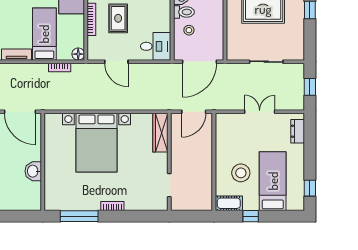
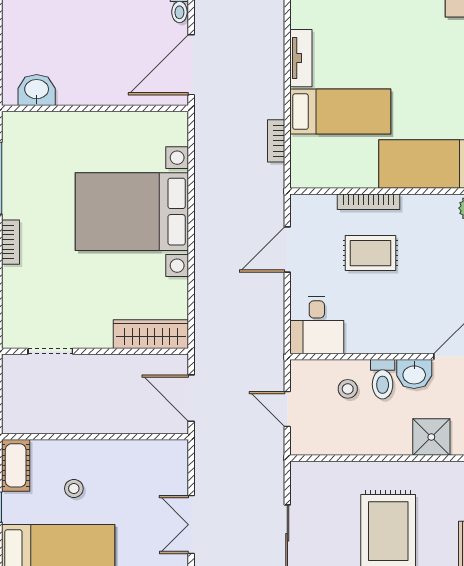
floor lamp: (78, 54) -> (302, 176), removed
door: (199, 62) -> (287, 409), width x0.53
double door: (260, 112) -> (191, 525), swing flipped
washbasin: (33, 171) -> (37, 90), moved
stool: (241, 173) -> (74, 488), width x0.53, depth x0.53

